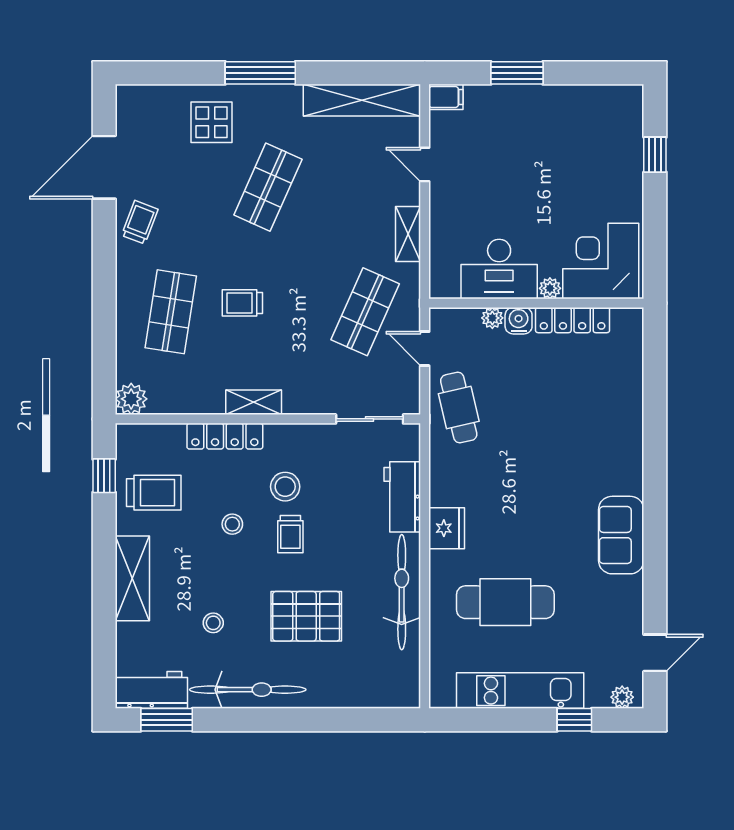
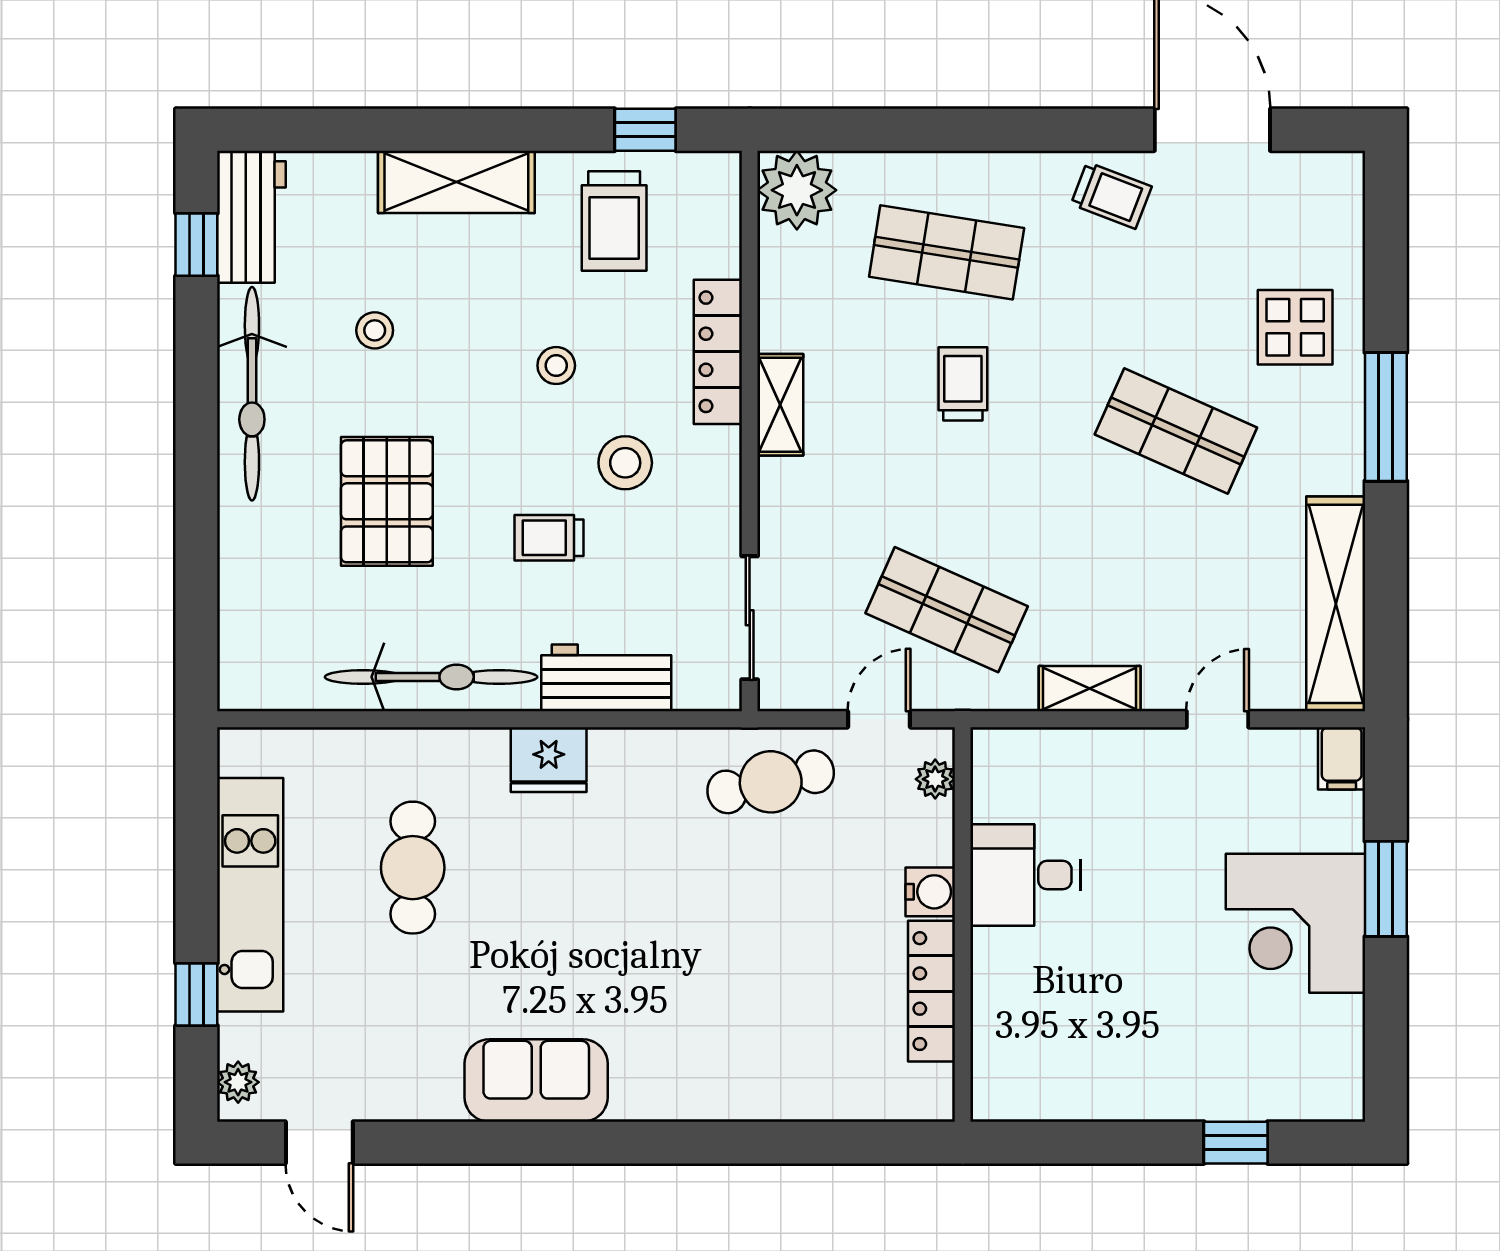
corner desk: (601, 261) -> (1296, 923), moved, turned 180
desk: (499, 269) -> (1025, 875), width x0.73
plant: (550, 288) -> (990, 950), removed
plant: (492, 318) -> (935, 779), moved
plant: (131, 399) -> (797, 190), width x1.36, depth x1.36
trolley: (290, 534) -> (549, 538), moved
cafe table: (505, 602) -> (413, 868), width x0.73, depth x0.74
window: (167, 720) -> (196, 245), width x0.67

